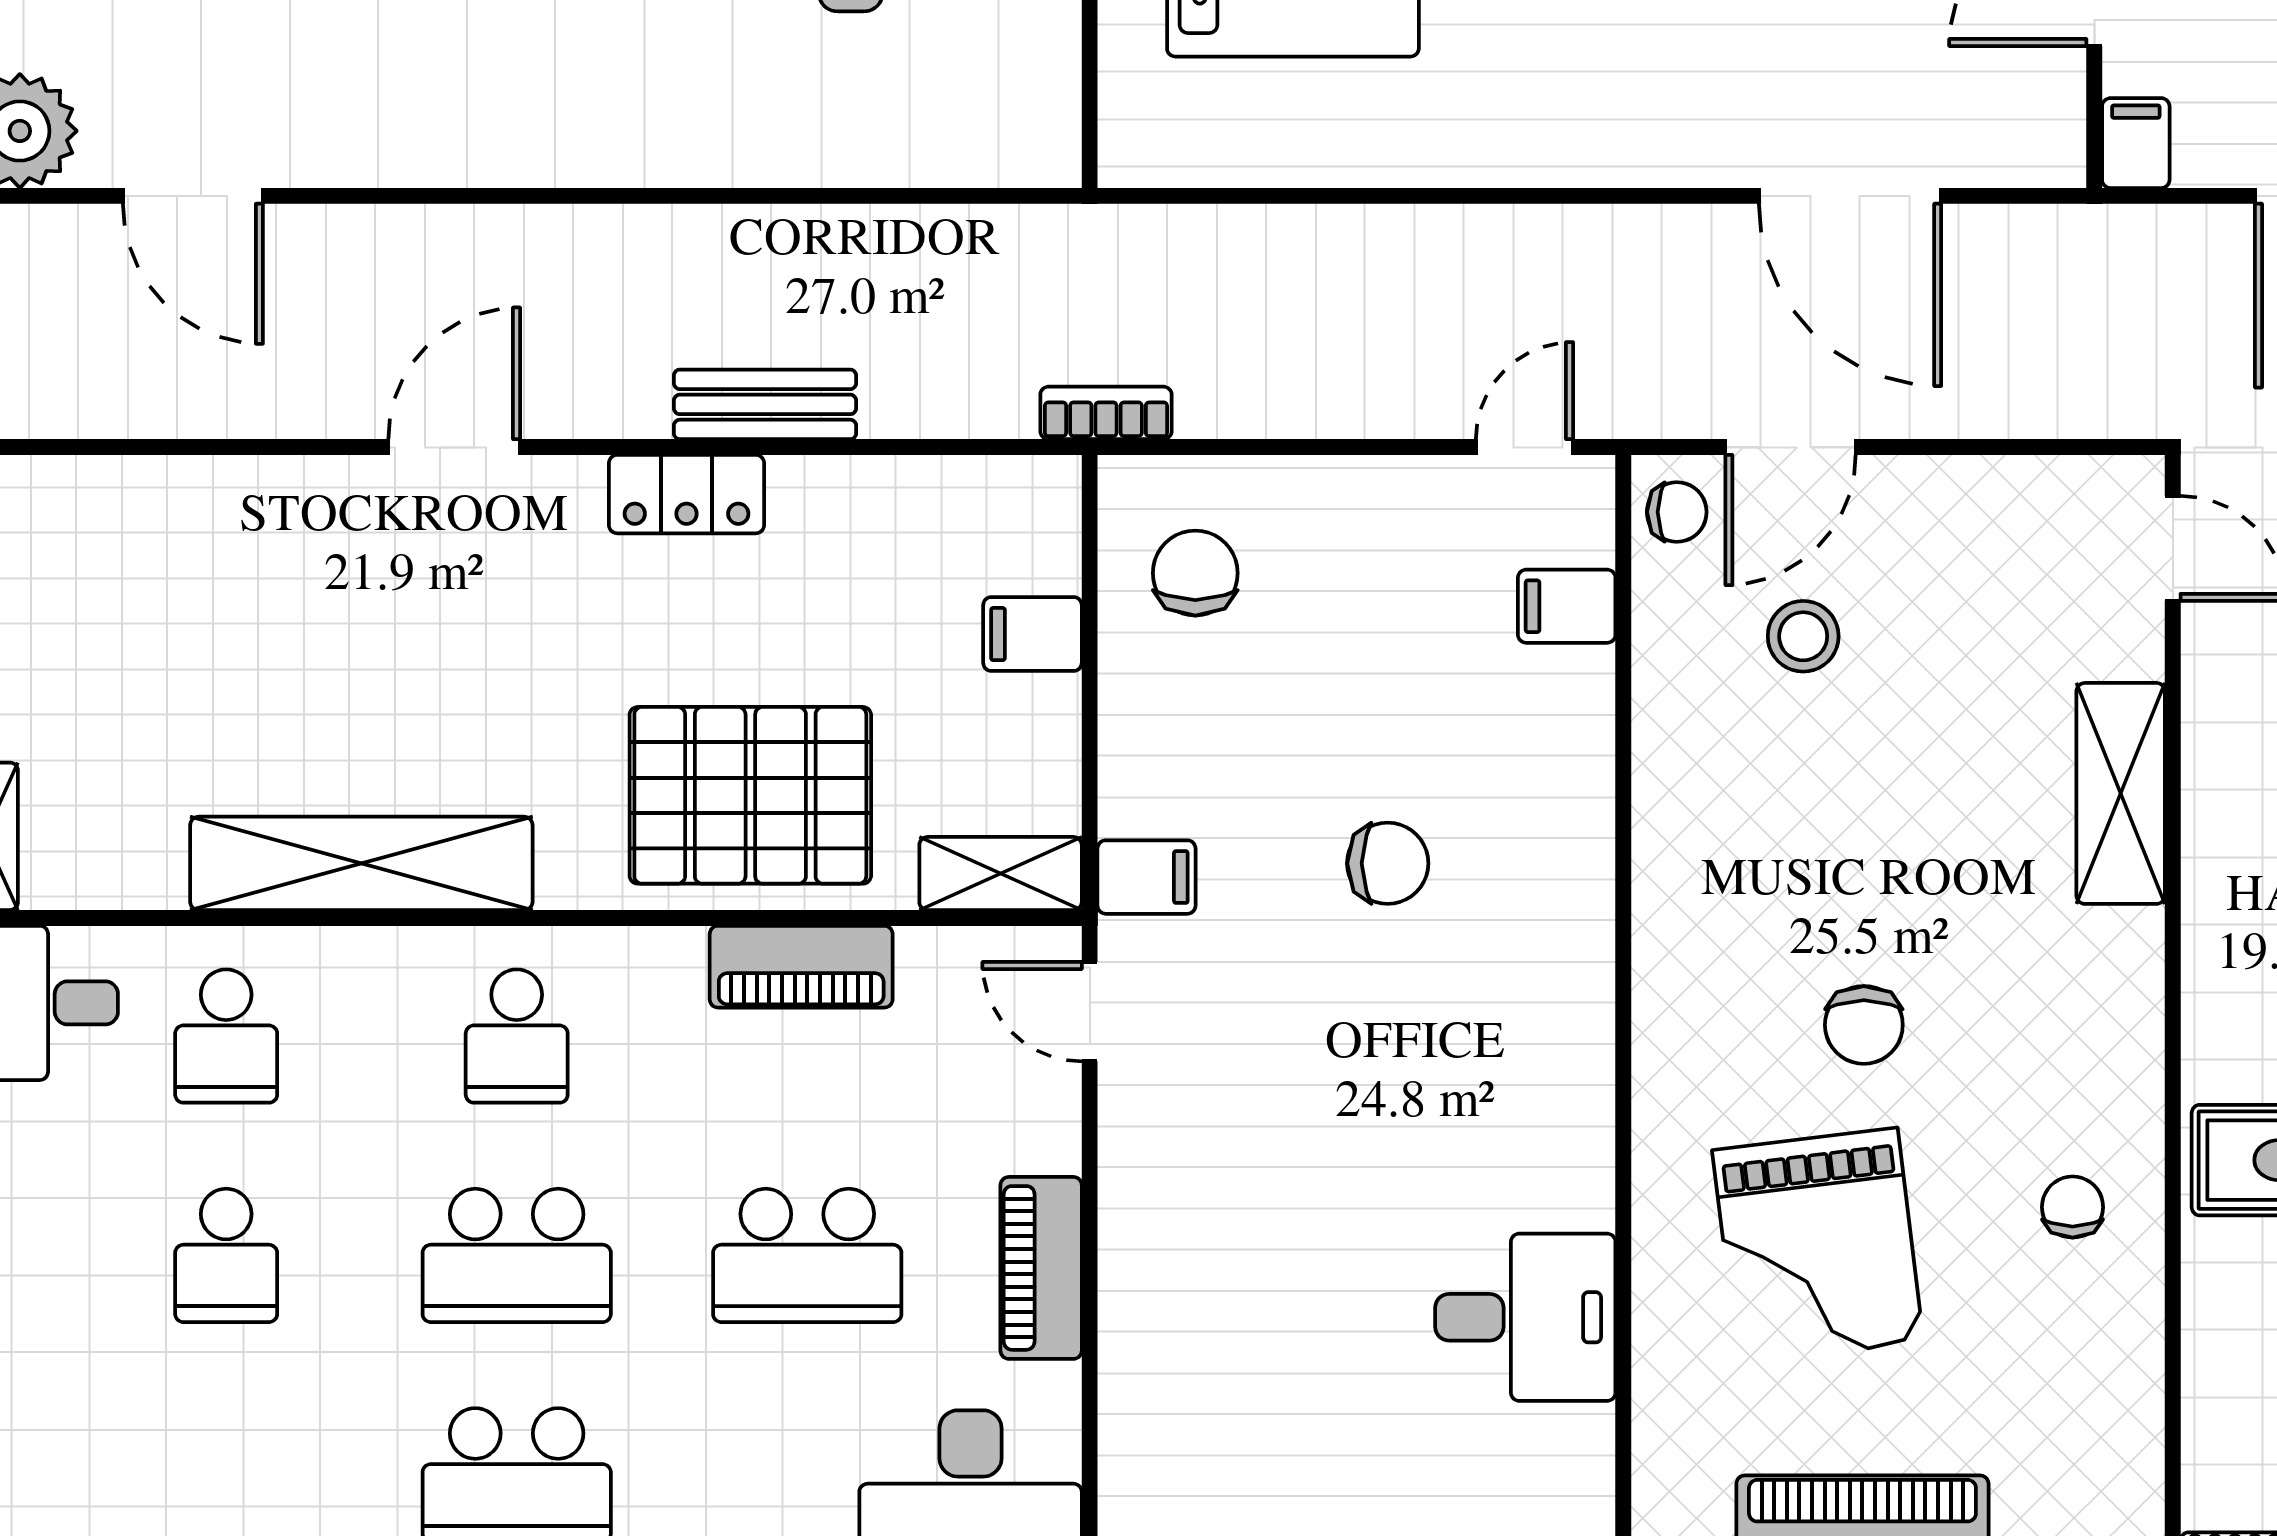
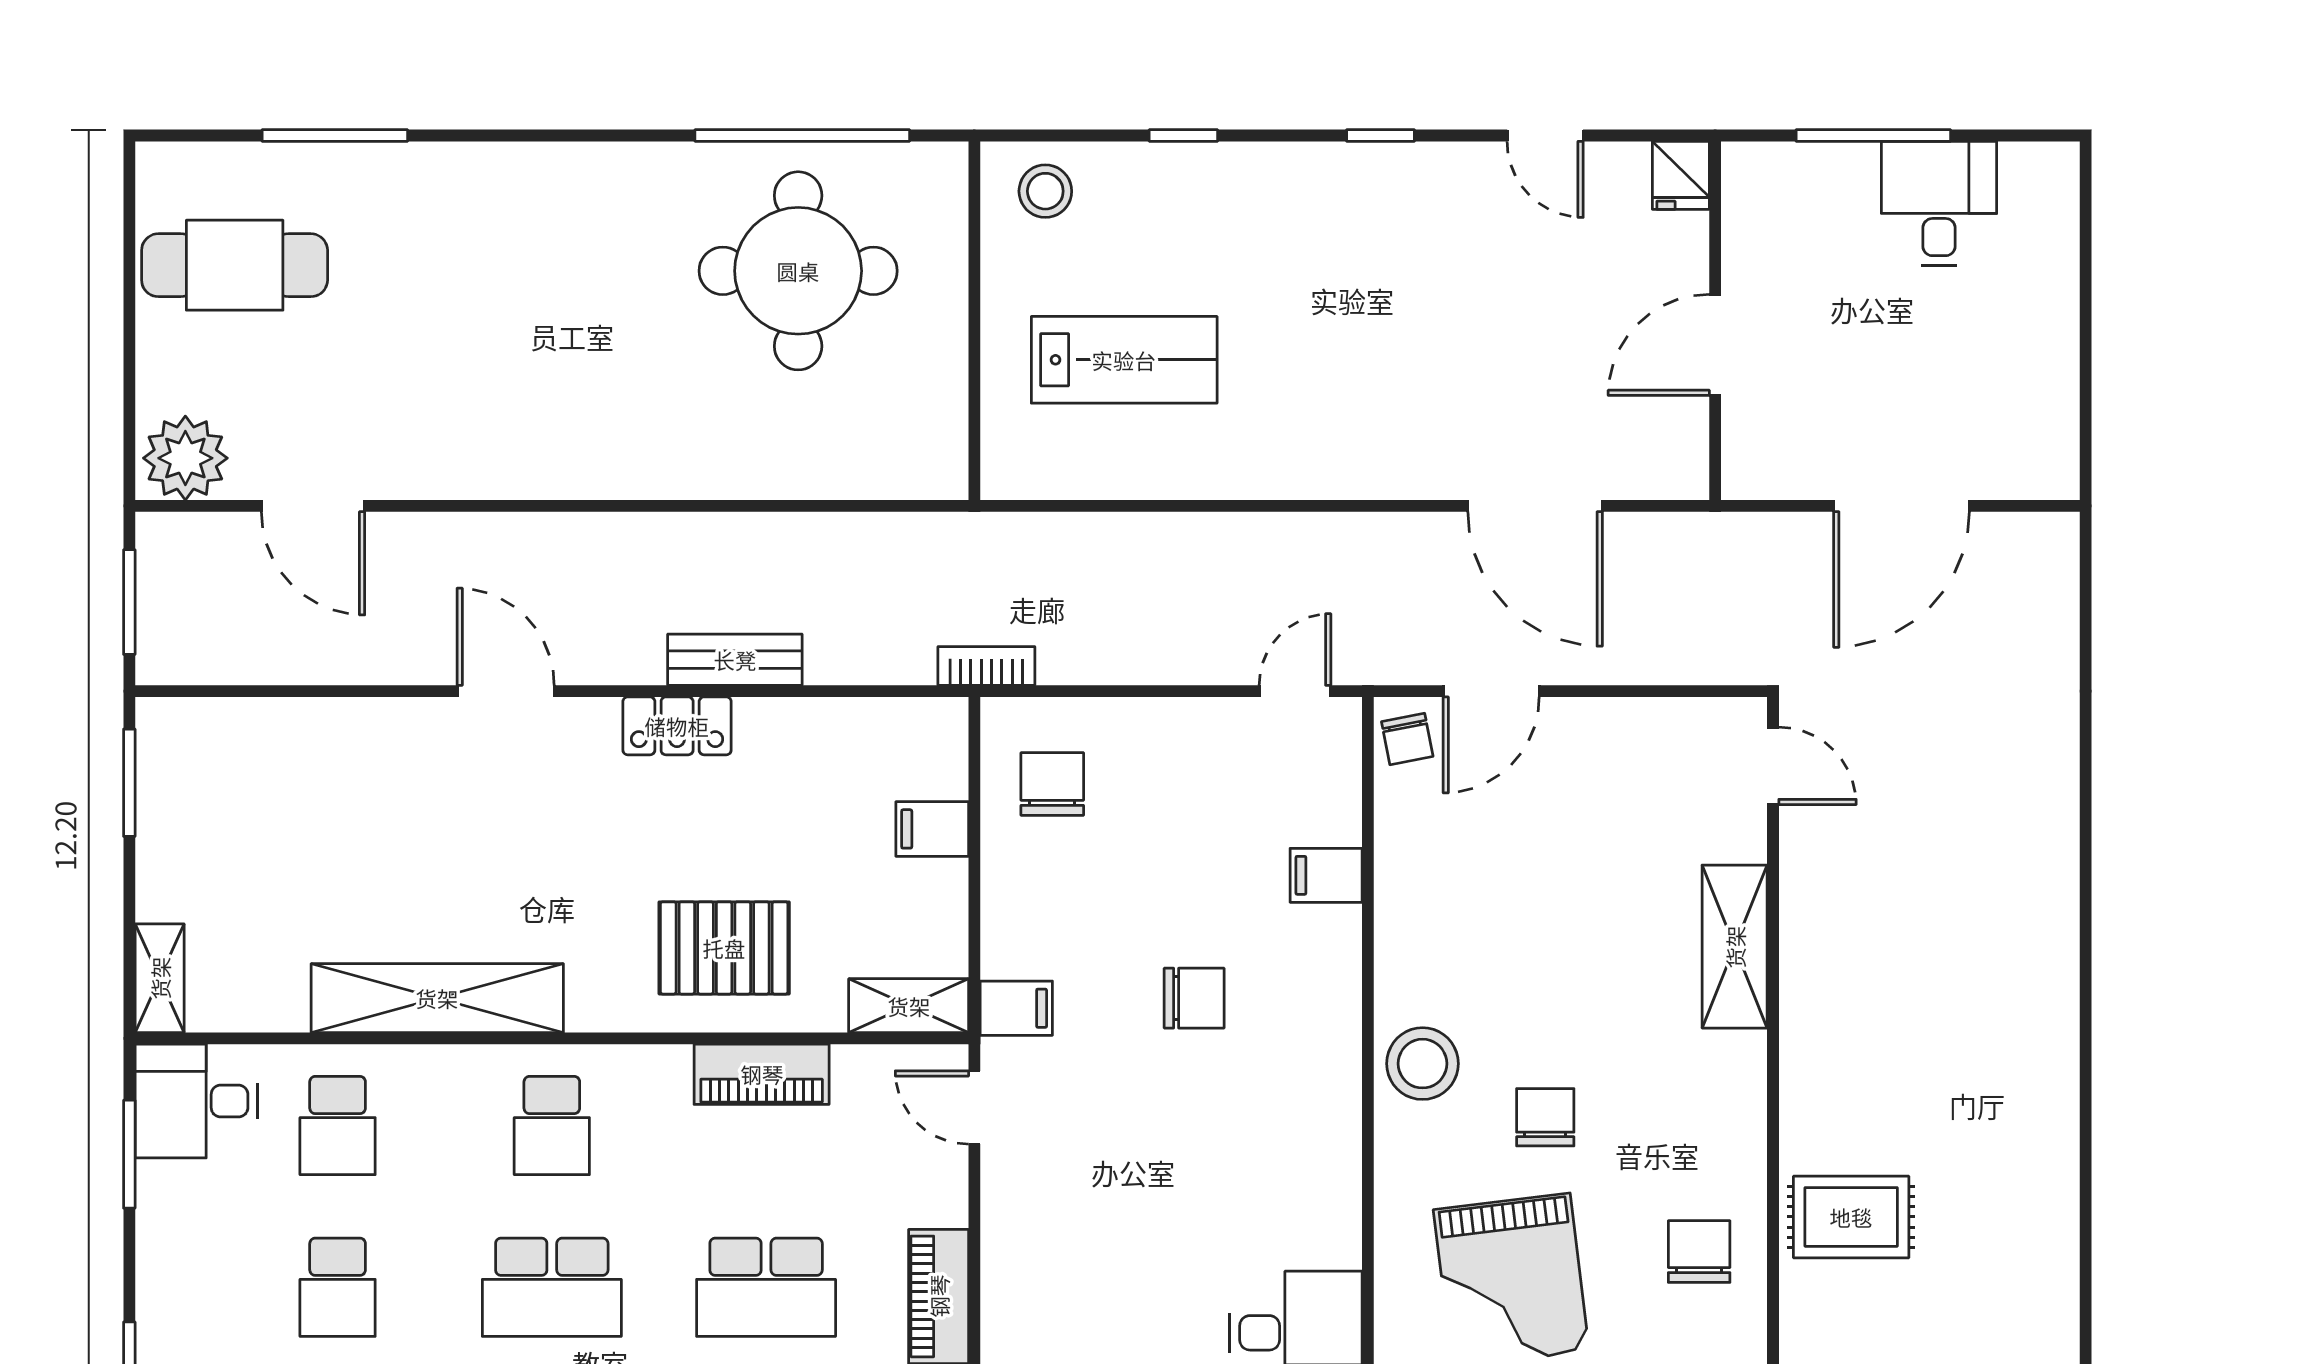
filing cabinet: (2136, 143) -> (1746, 467), removed
door: (454, 447) -> (506, 691), hinge flipped
chair: (1677, 512) -> (1407, 739), turned 79
filing cabinet: (1567, 606) -> (1326, 875), moved
stool: (1803, 636) -> (1423, 1064), moved, width x1.38, depth x1.38
pallet: (750, 795) -> (724, 948), width x0.73, depth x0.71
chair: (1864, 1025) -> (1545, 1117), turned 180
chair: (2073, 1207) -> (1699, 1252), width x1.37, depth x1.37

